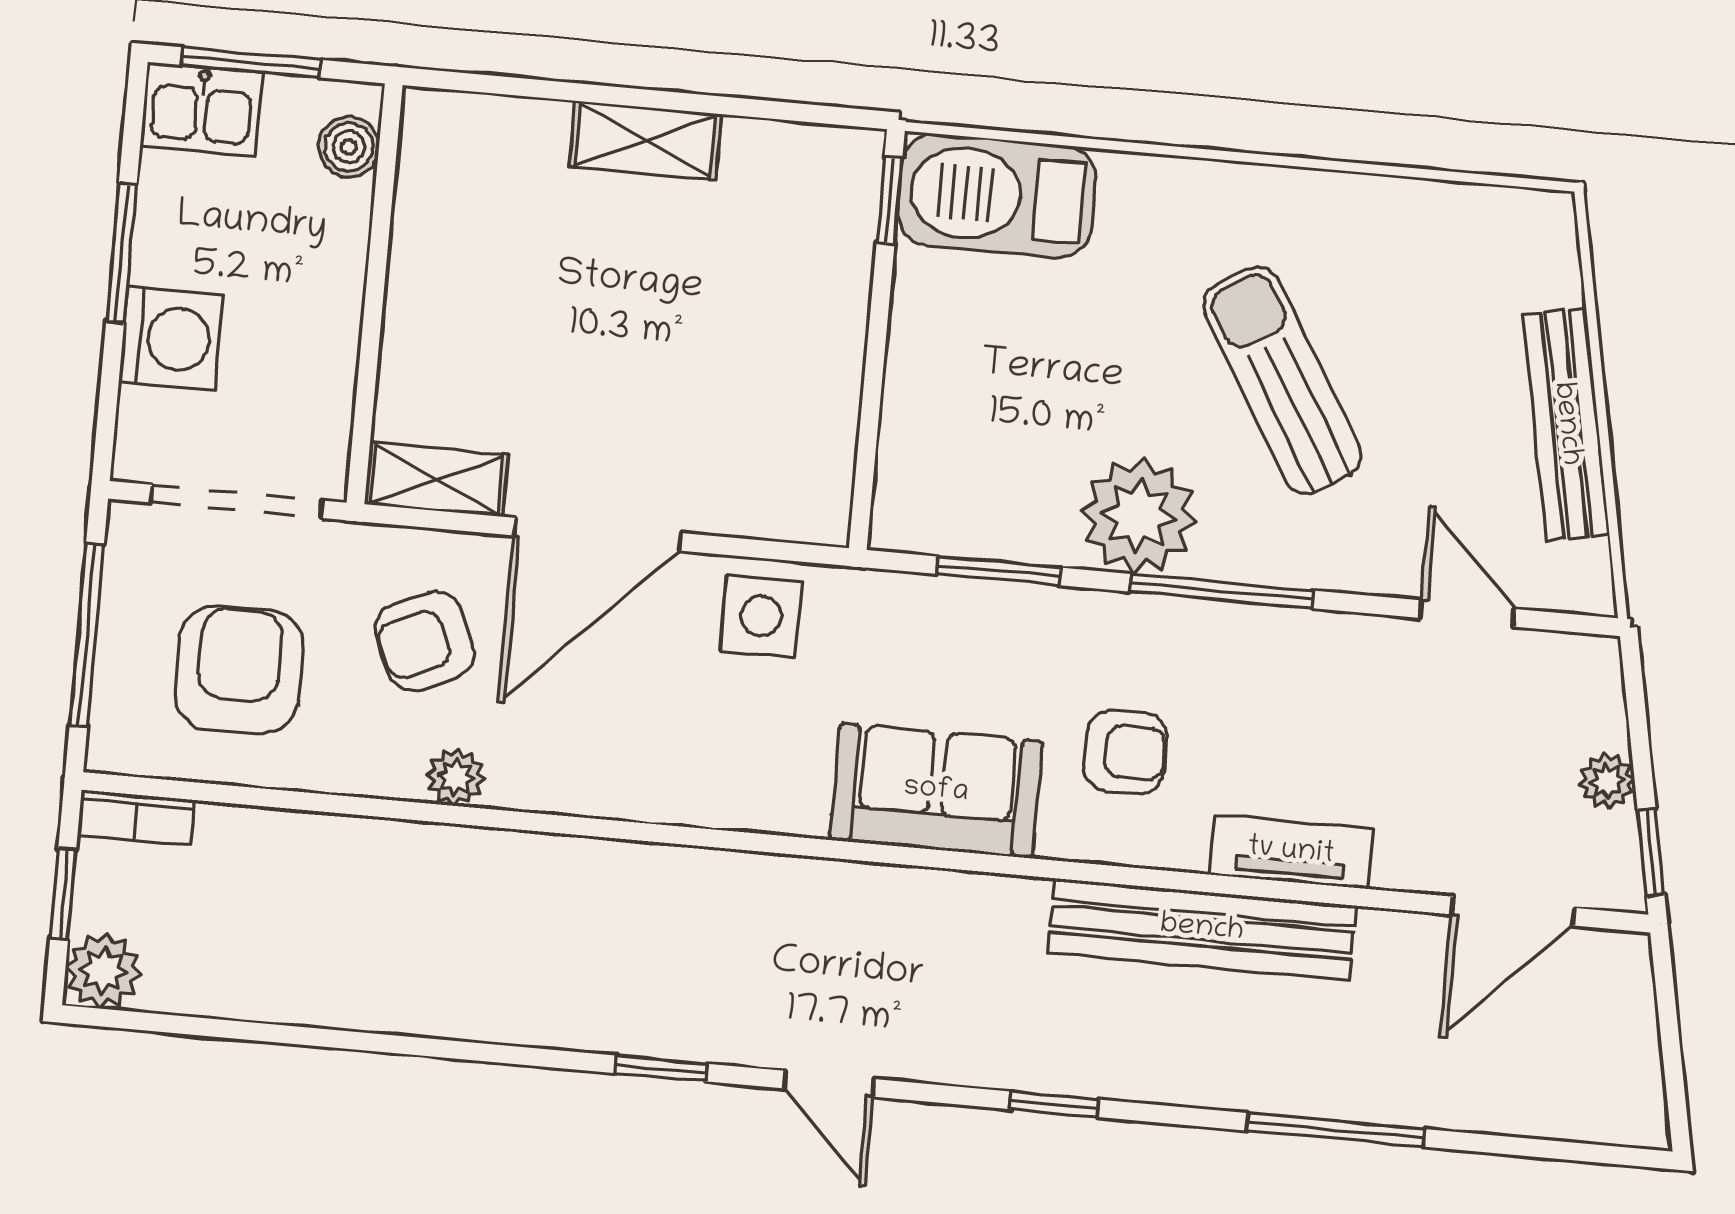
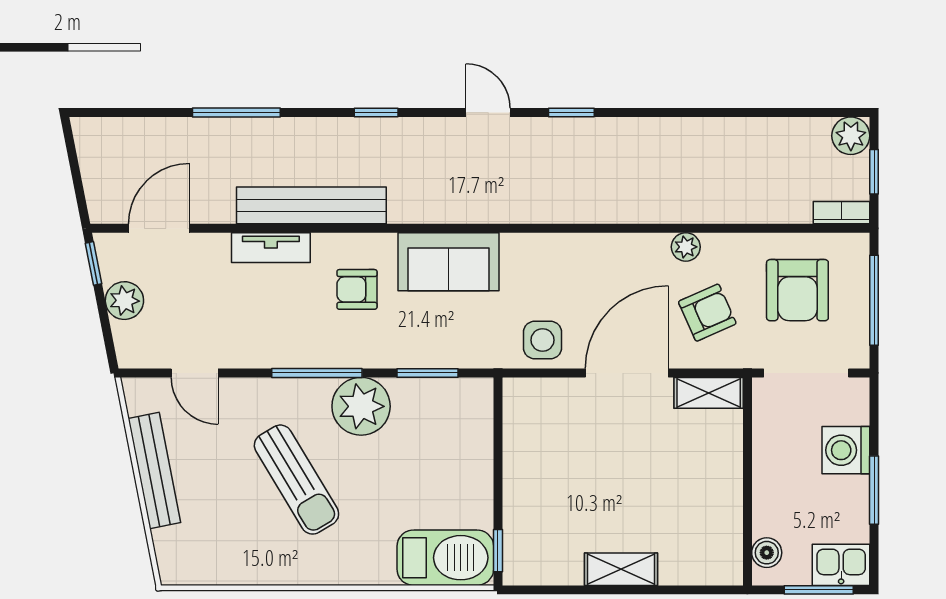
plant: (1607, 781) -> (124, 301), width x1.38, depth x1.38

